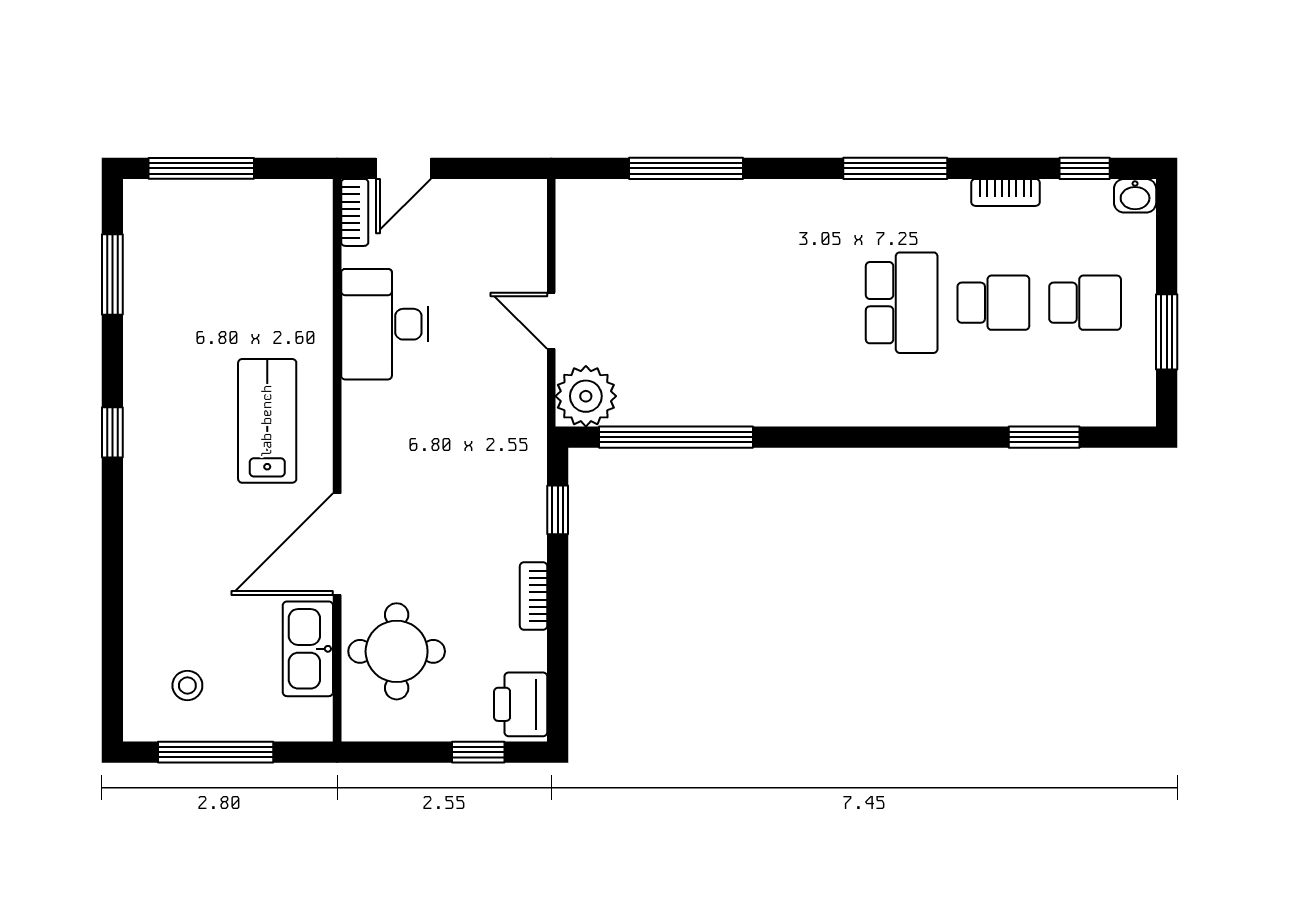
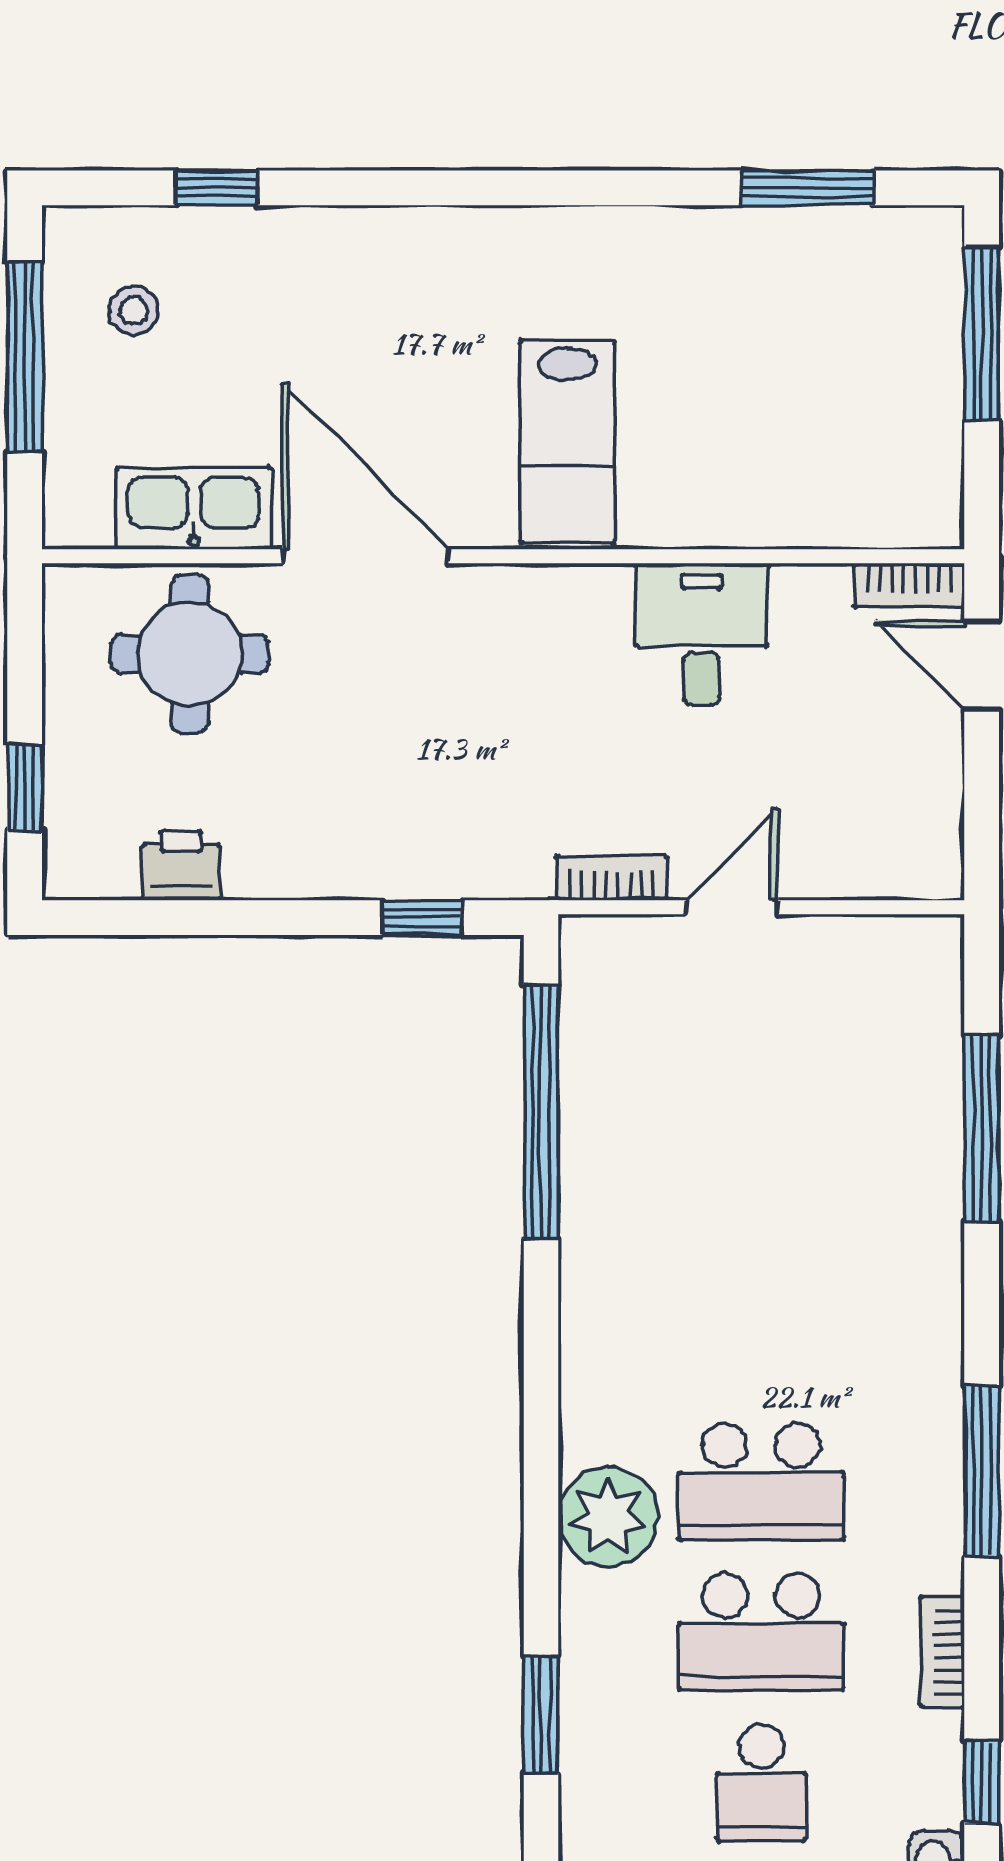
school desk: (993, 303) -> (761, 1632), width x1.85
desk: (385, 324) -> (701, 634), width x0.73
plant: (586, 396) -> (608, 1517), moved
lab bench: (267, 421) -> (568, 442), turned 90
window: (112, 432) -> (216, 188), moved
bookcase: (534, 596) -> (612, 878), moved
printer: (521, 704) -> (181, 865), moved, width x0.73, depth x0.81

